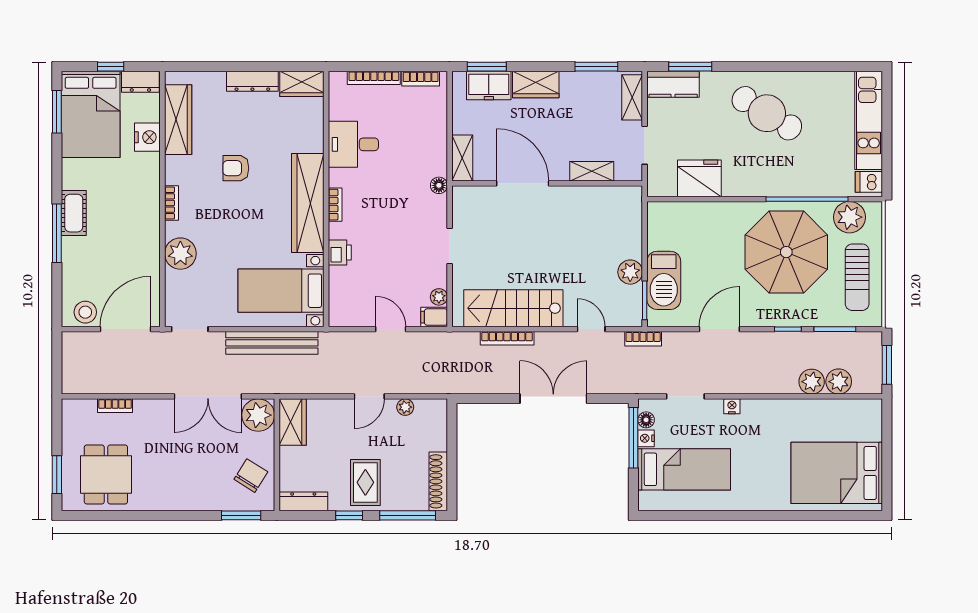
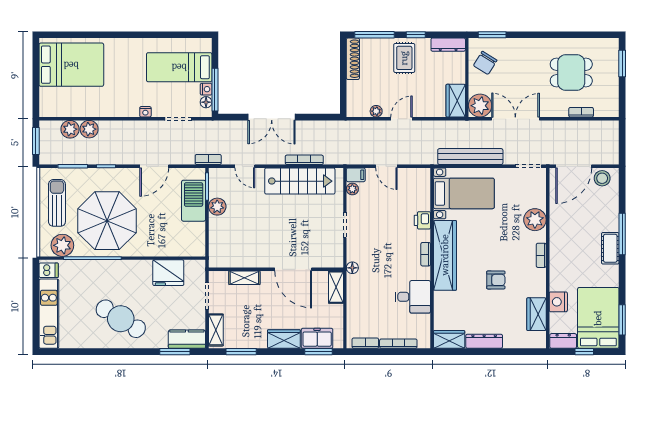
wardrobe: (178, 120) -> (537, 314), width x0.67
dining table: (106, 474) -> (571, 73), moved, turned 90

